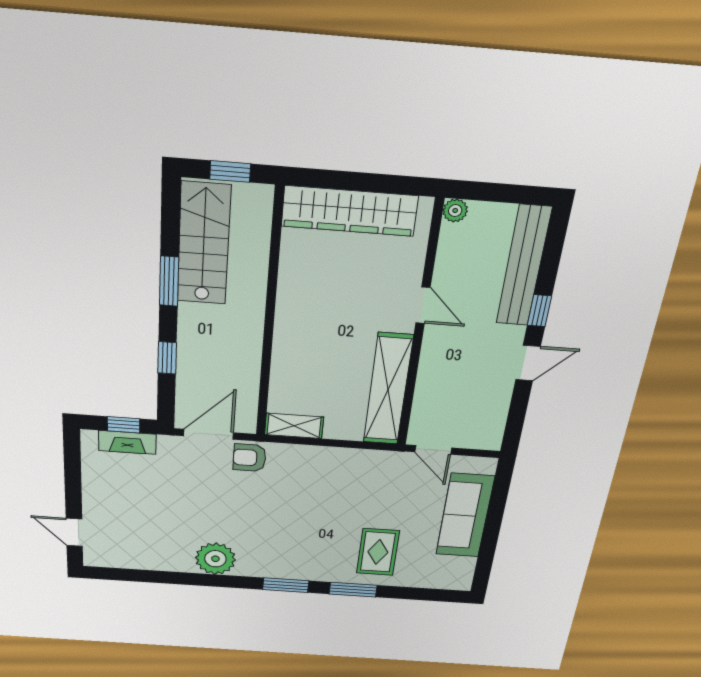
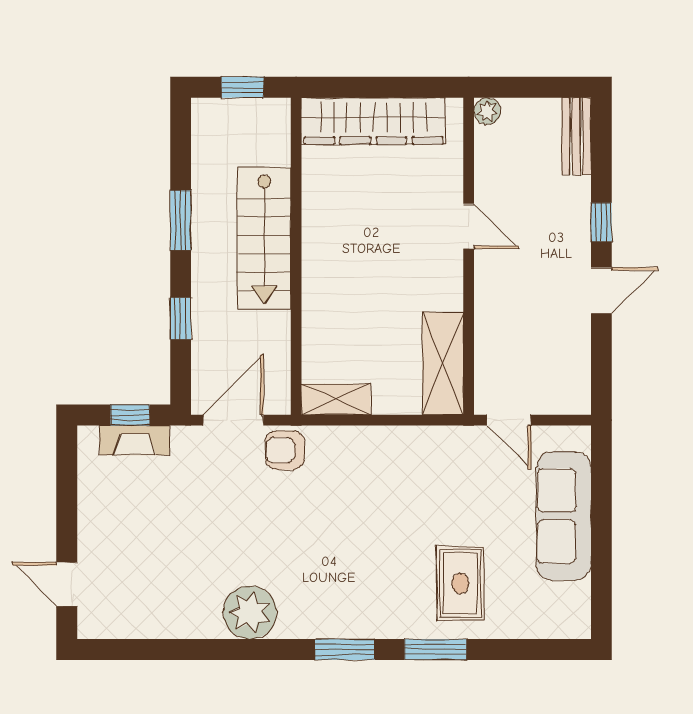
stairs: (204, 244) -> (264, 238), moved, turned 180
bench: (524, 266) -> (576, 136), width x0.54, depth x0.82
shelving: (388, 390) -> (443, 363), width x0.68

